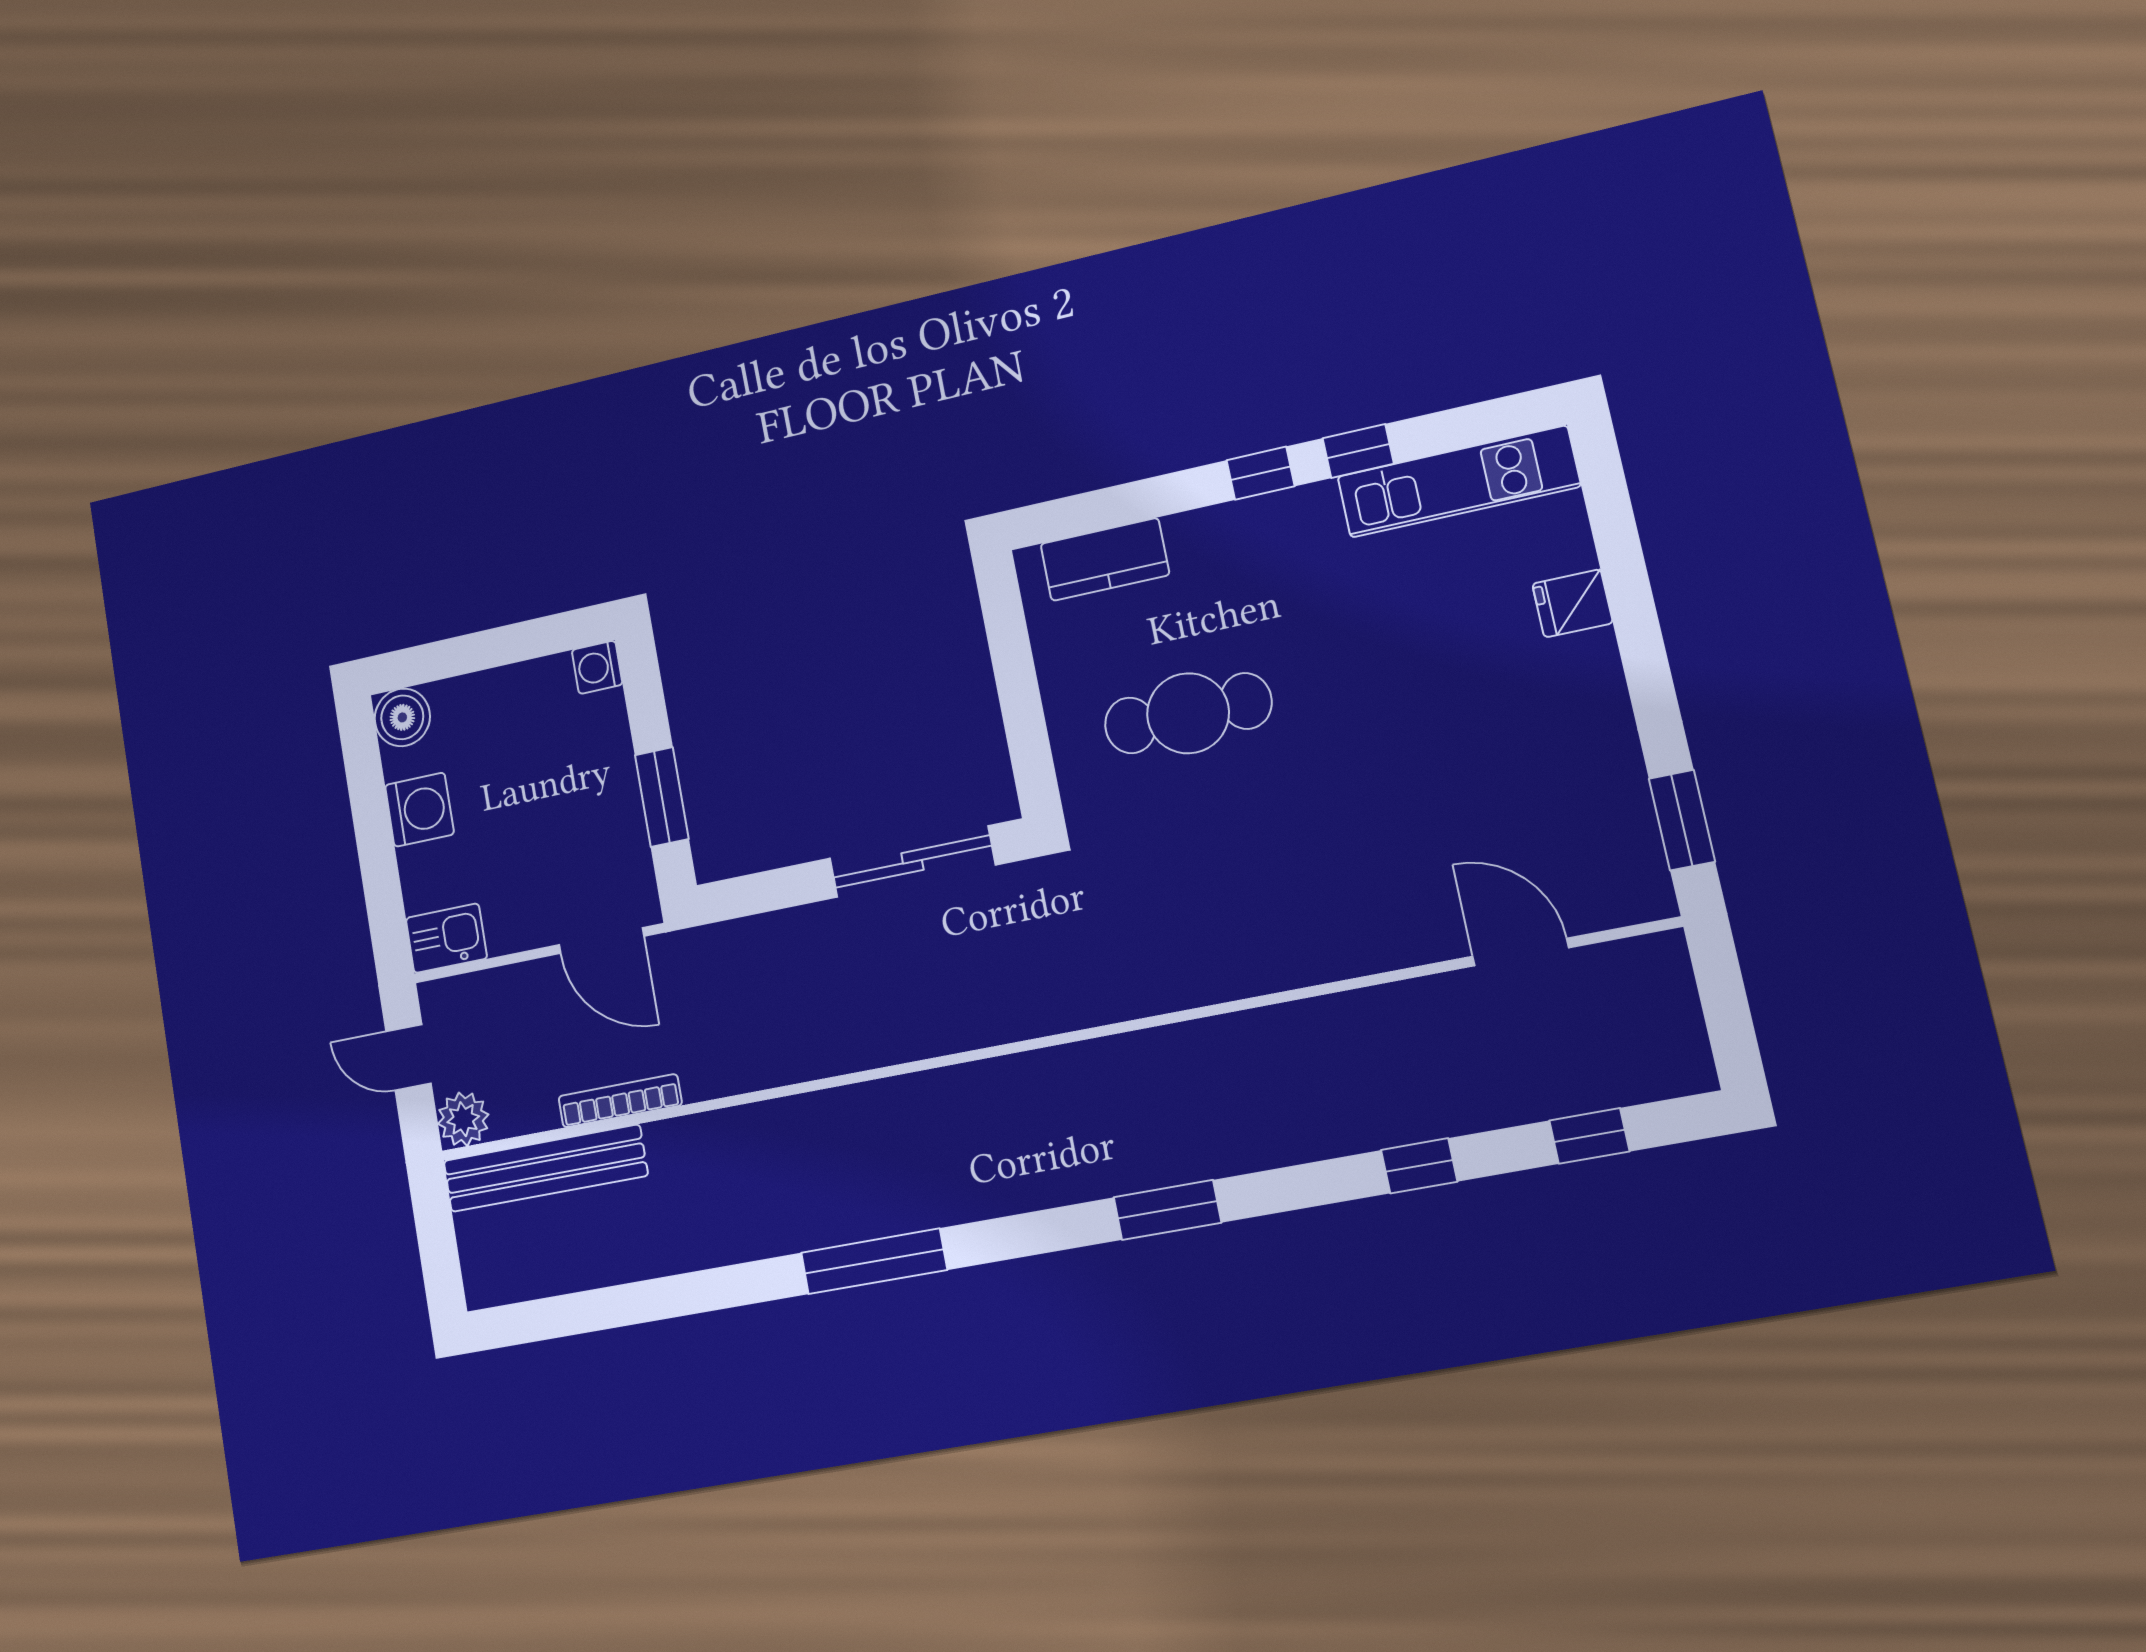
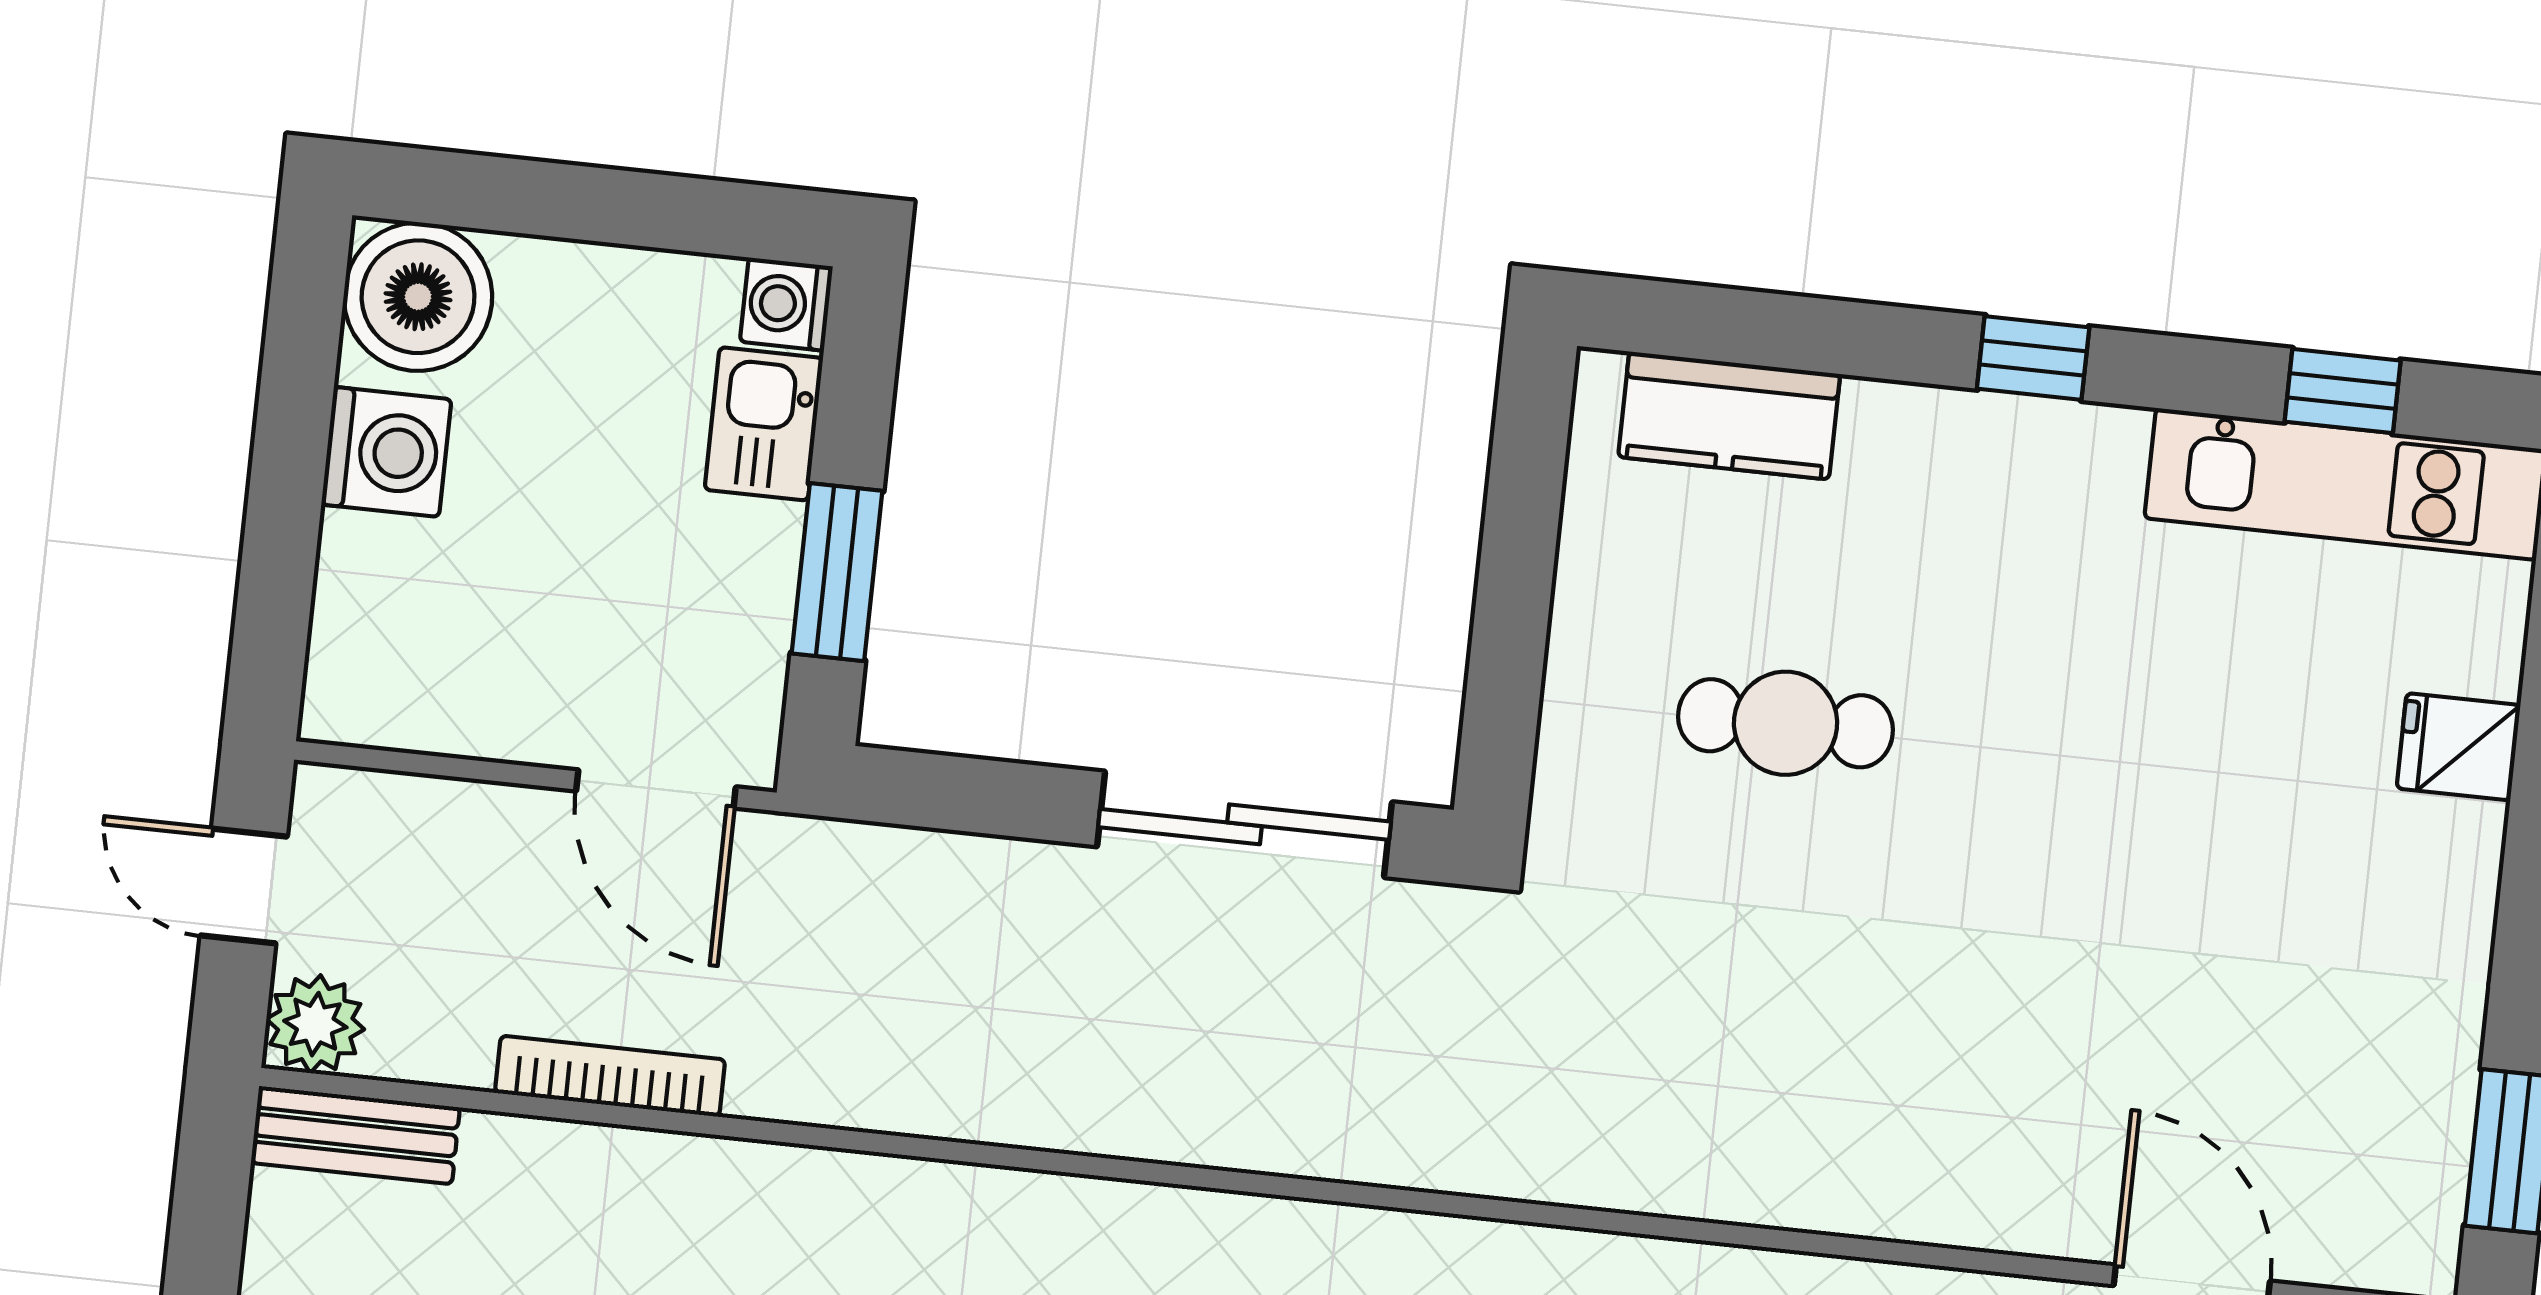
window: (1358, 451) -> (2343, 391), moved
cafe table: (1188, 713) -> (1786, 723), width x0.73, depth x0.74
boiler: (402, 717) -> (418, 297), width x1.37, depth x1.37
kitchen sink: (446, 938) -> (764, 424), moved, turned -90
bench: (545, 1168) -> (355, 1135), width x0.54, depth x0.82

